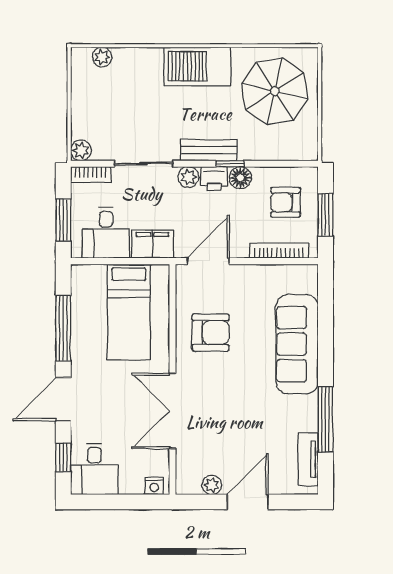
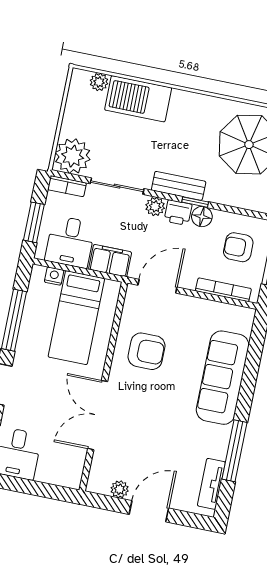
barbecue: (197, 66) -> (138, 99), moved
plant: (81, 150) -> (73, 156), width x1.87, depth x1.87
nightstand: (154, 486) -> (54, 276), moved, turned 180

